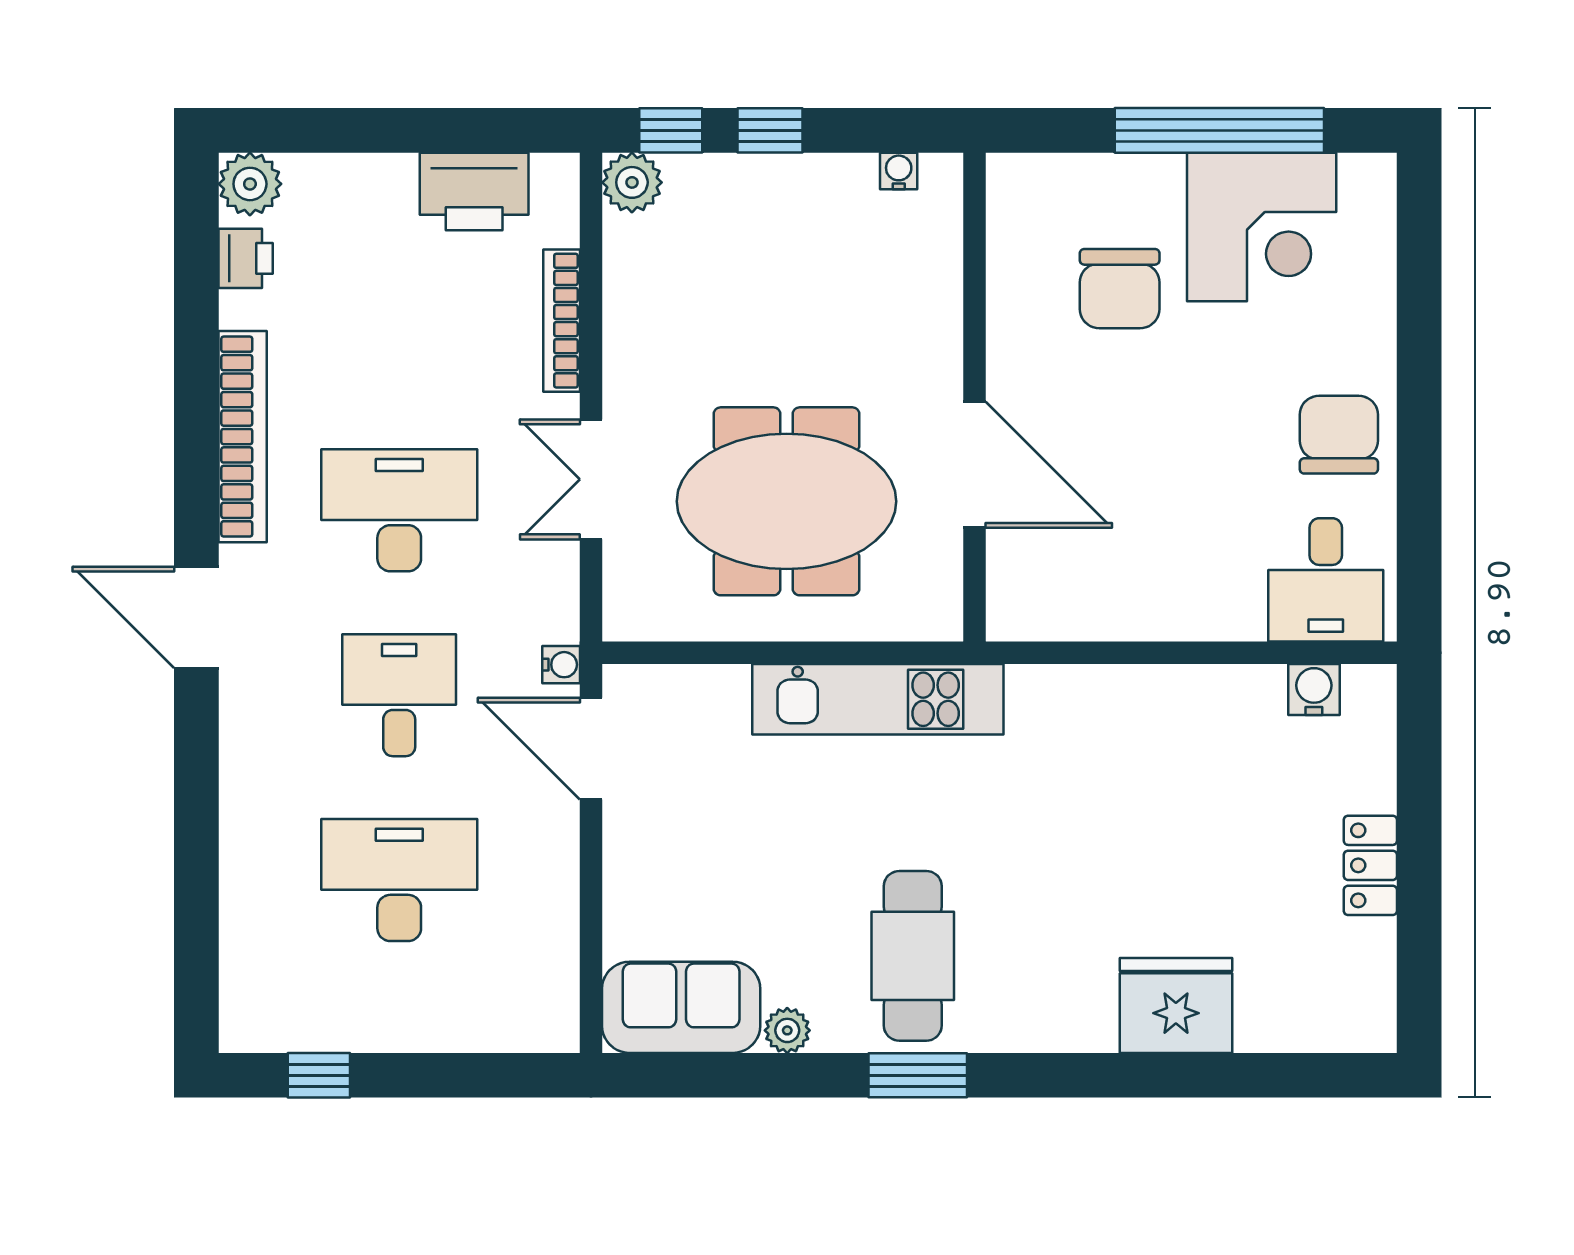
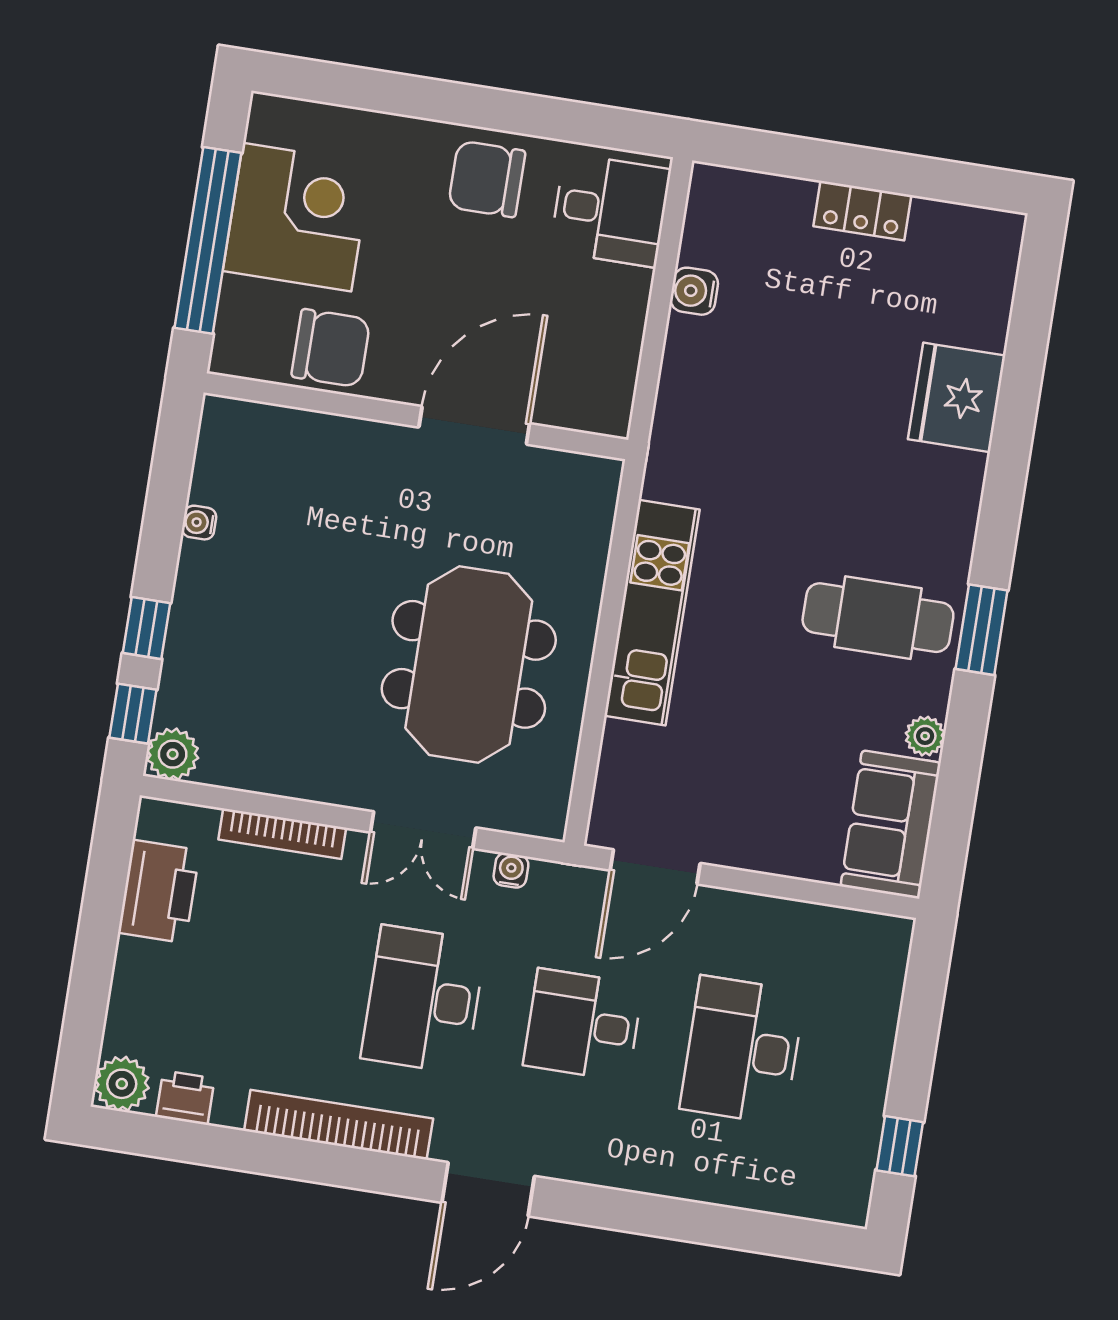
wall: (975, 397) -> (416, 416), moved
door: (975, 465) -> (474, 425), moved
water cooler: (561, 665) -> (511, 870), moved
water cooler: (1314, 690) -> (694, 291), moved

